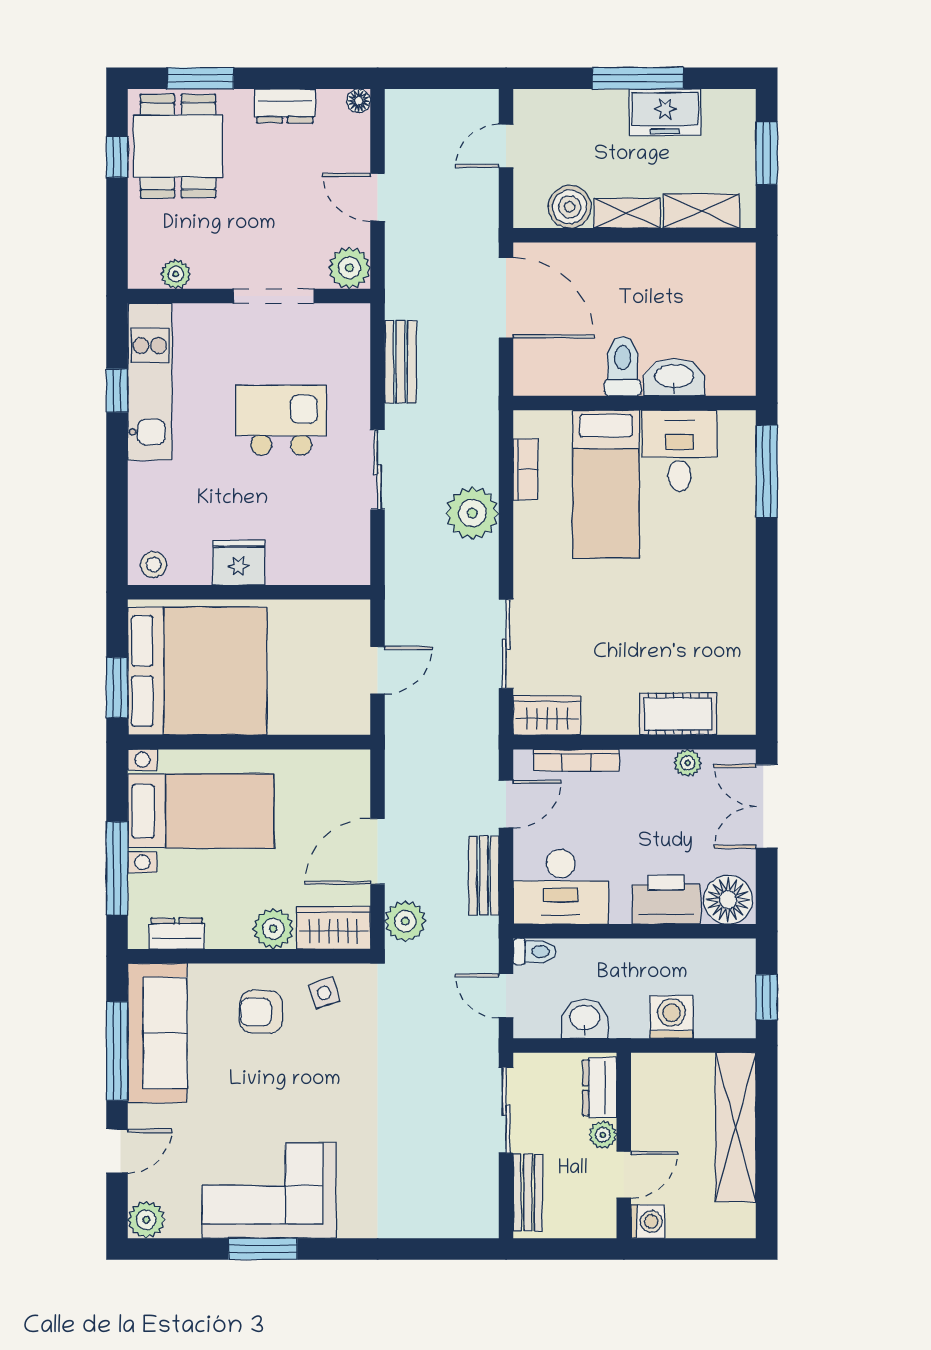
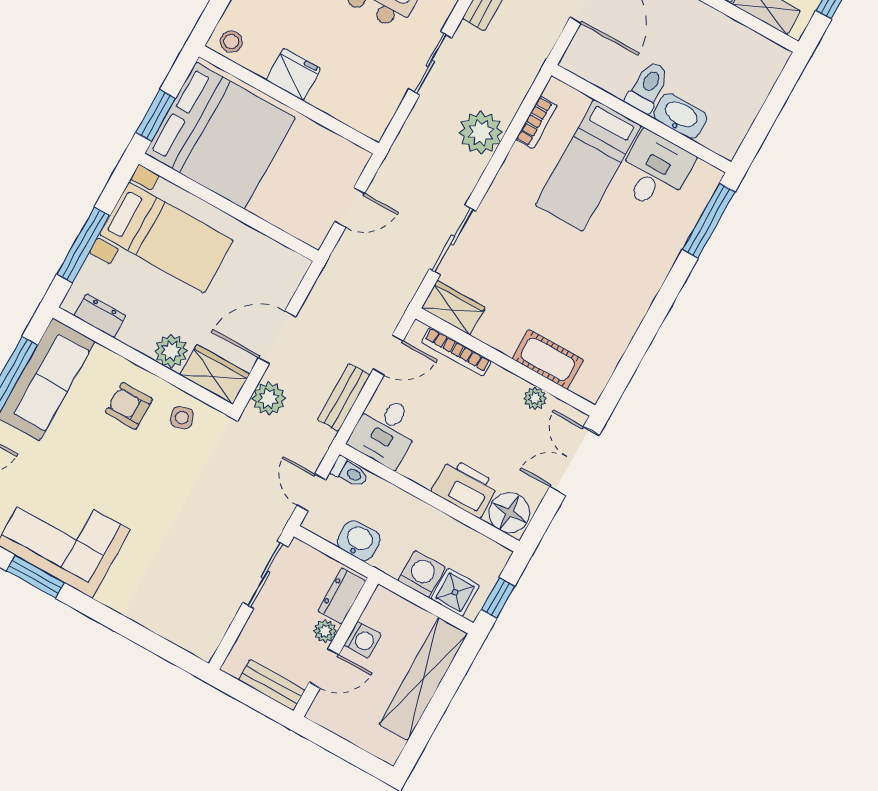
desk: (561, 887) -> (385, 431), width x0.73
shower: (718, 1016) -> (455, 592), added
bench: (528, 1192) -> (272, 685), moved, turned 90
washing machine: (648, 1221) -> (363, 640), moved

